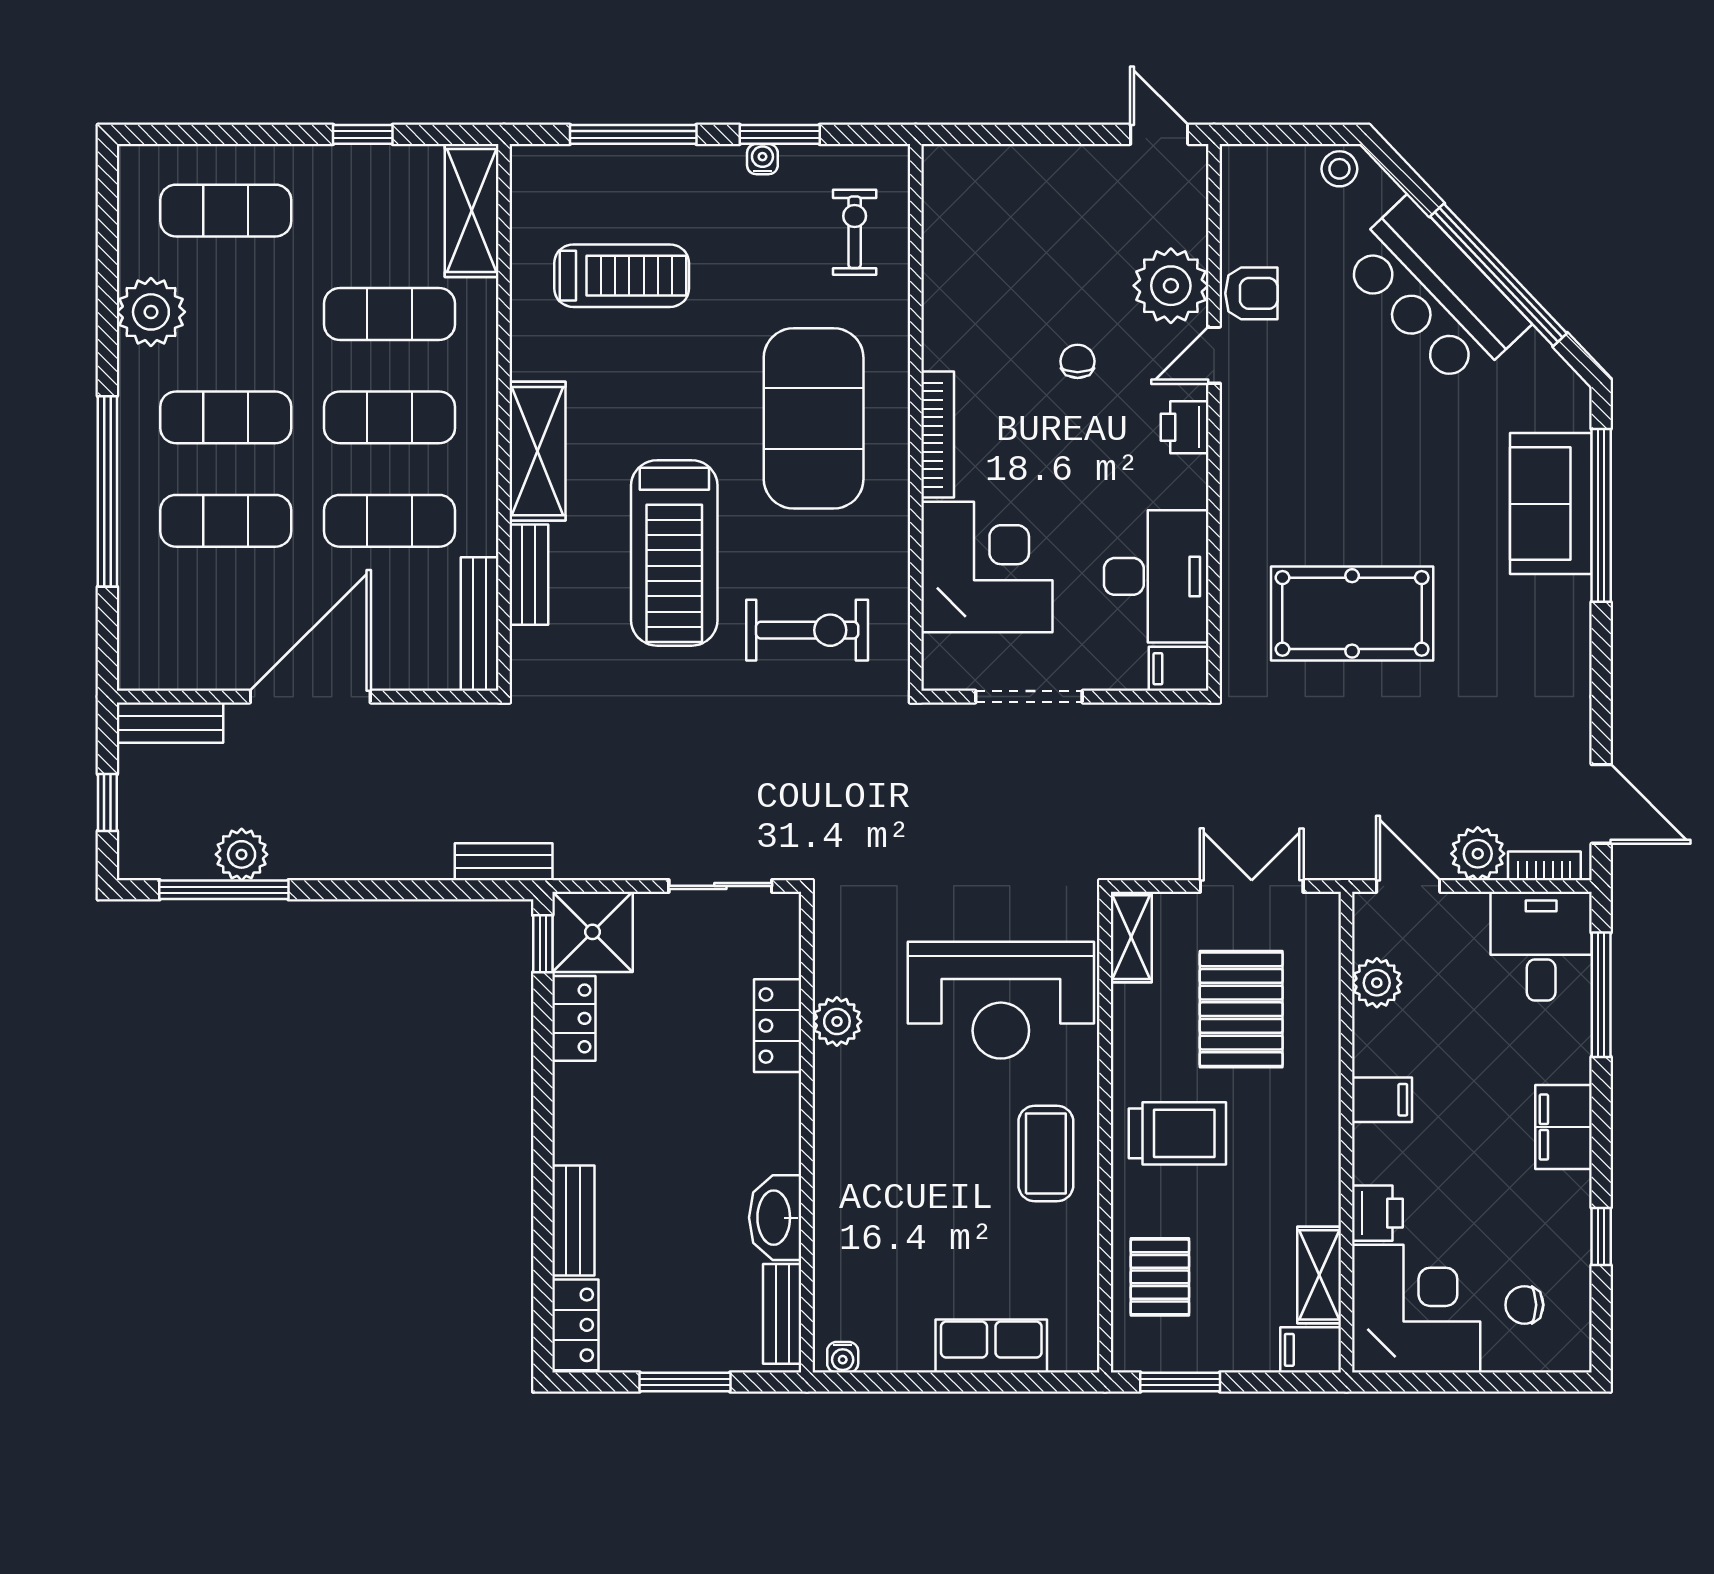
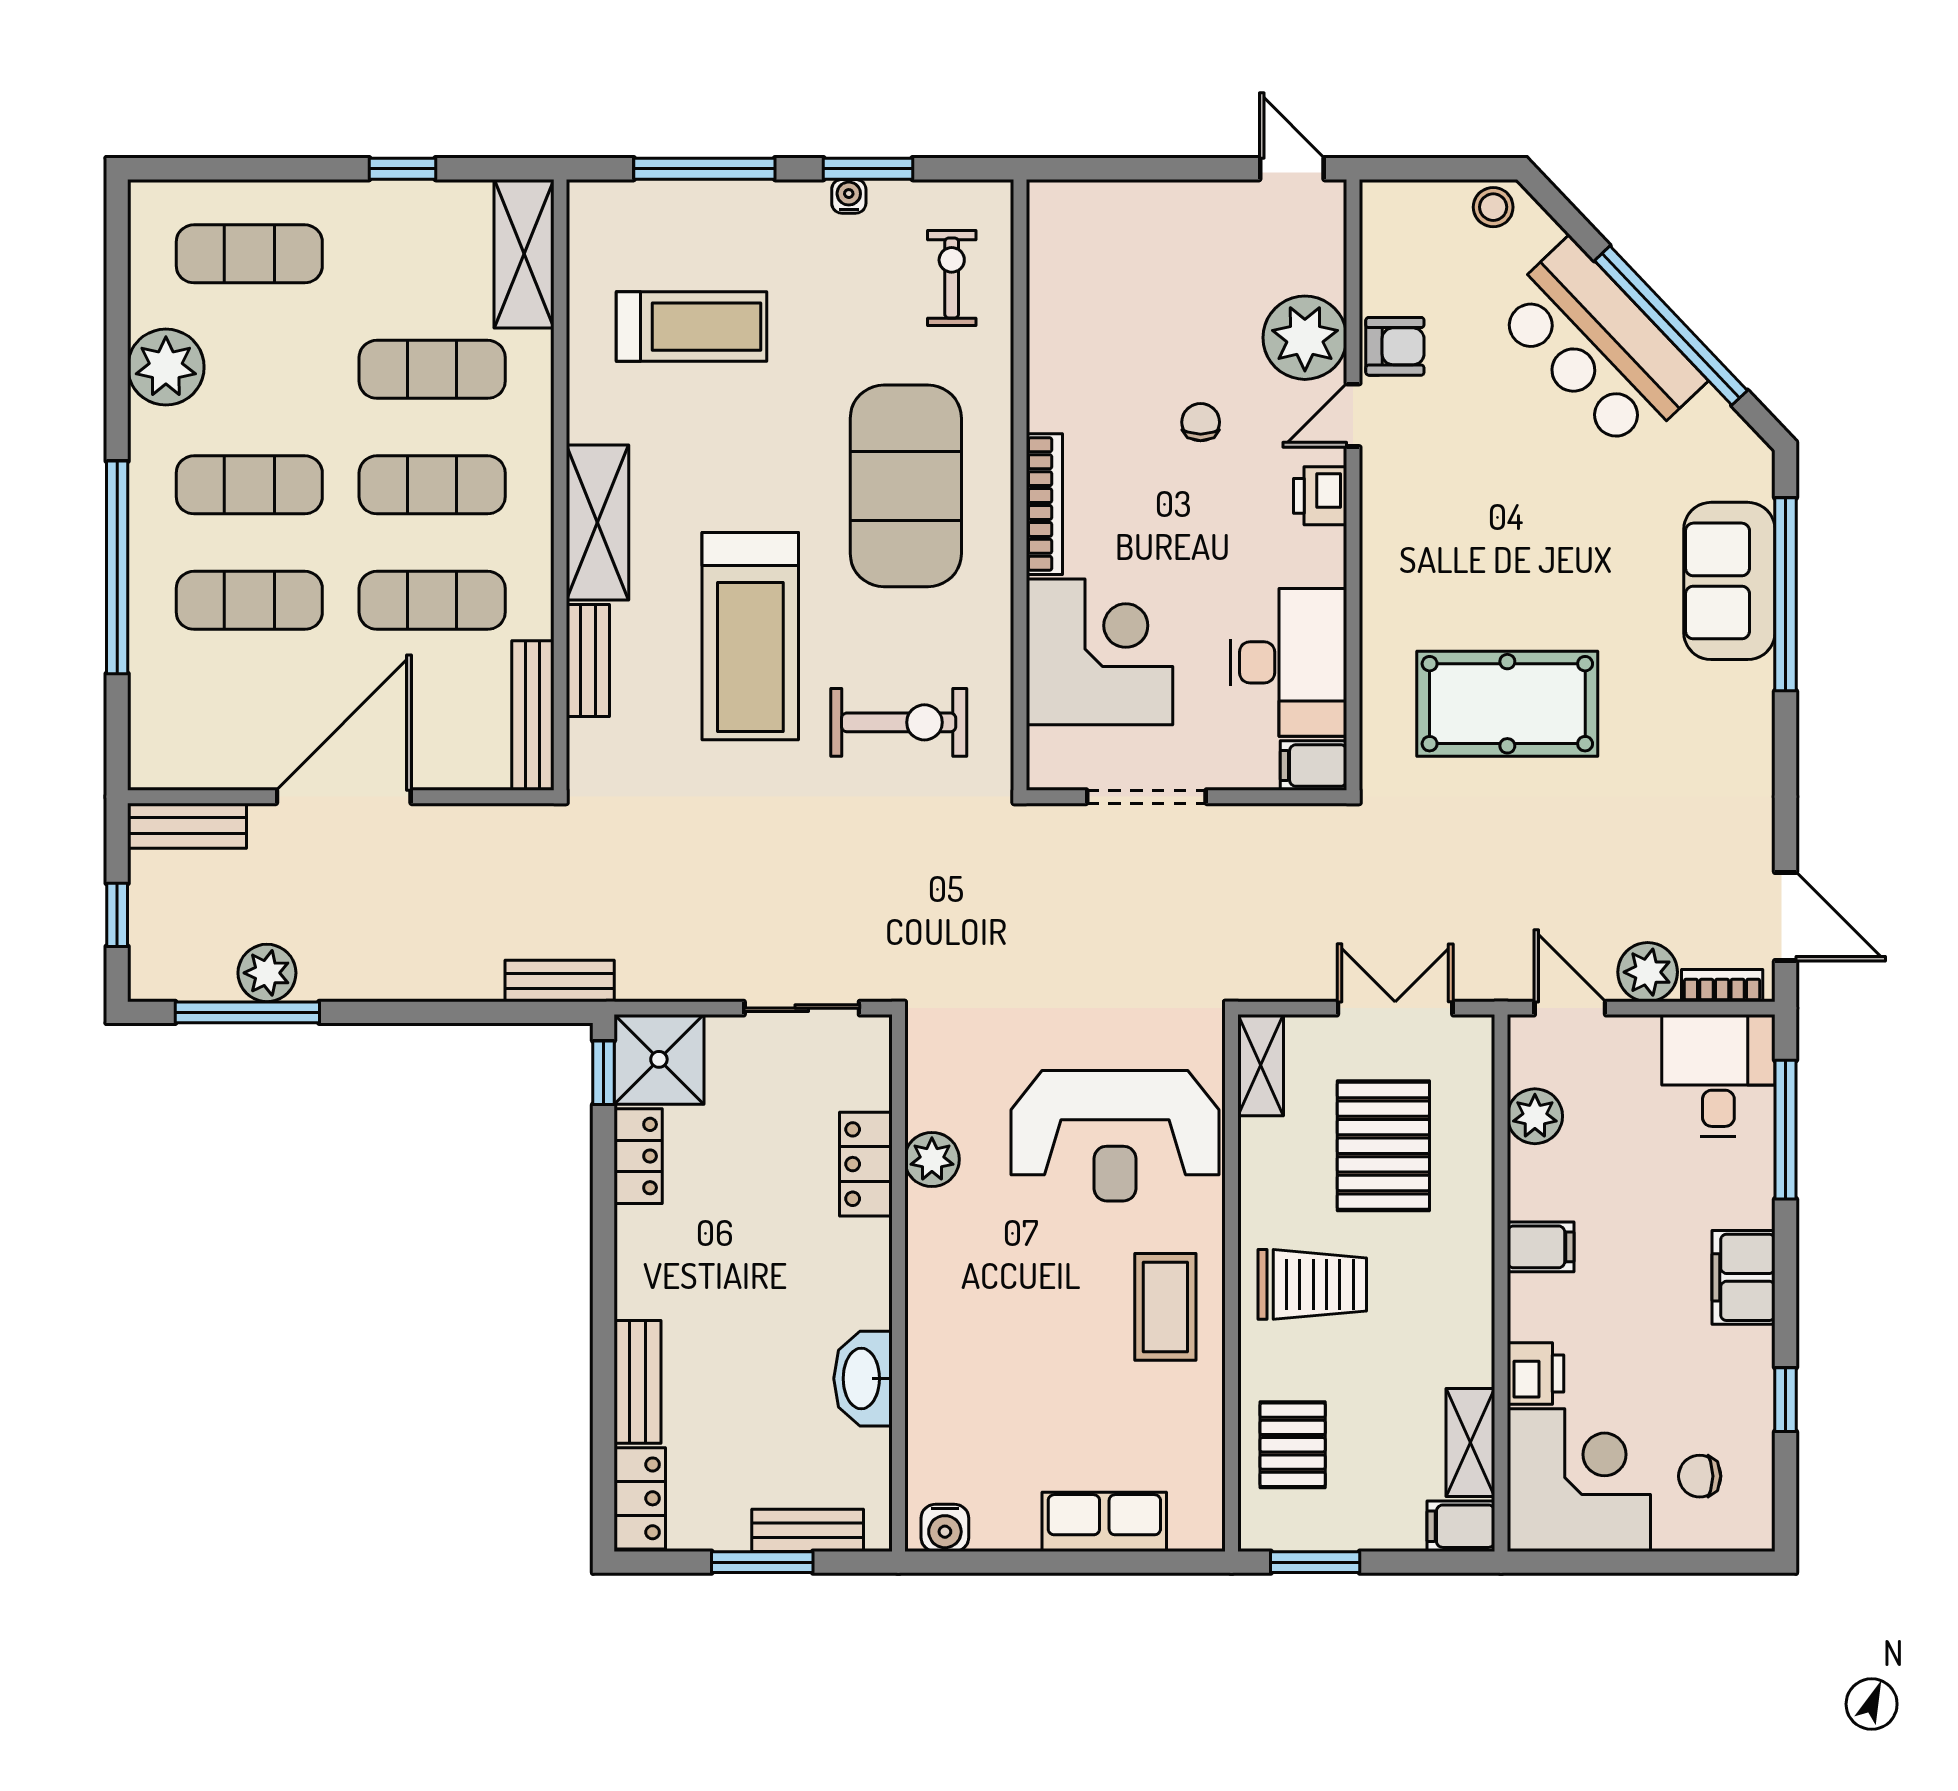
bench: (782, 1314) -> (808, 1530), moved, turned 90
water cooler: (843, 1357) -> (945, 1528), width x1.38, depth x1.38

